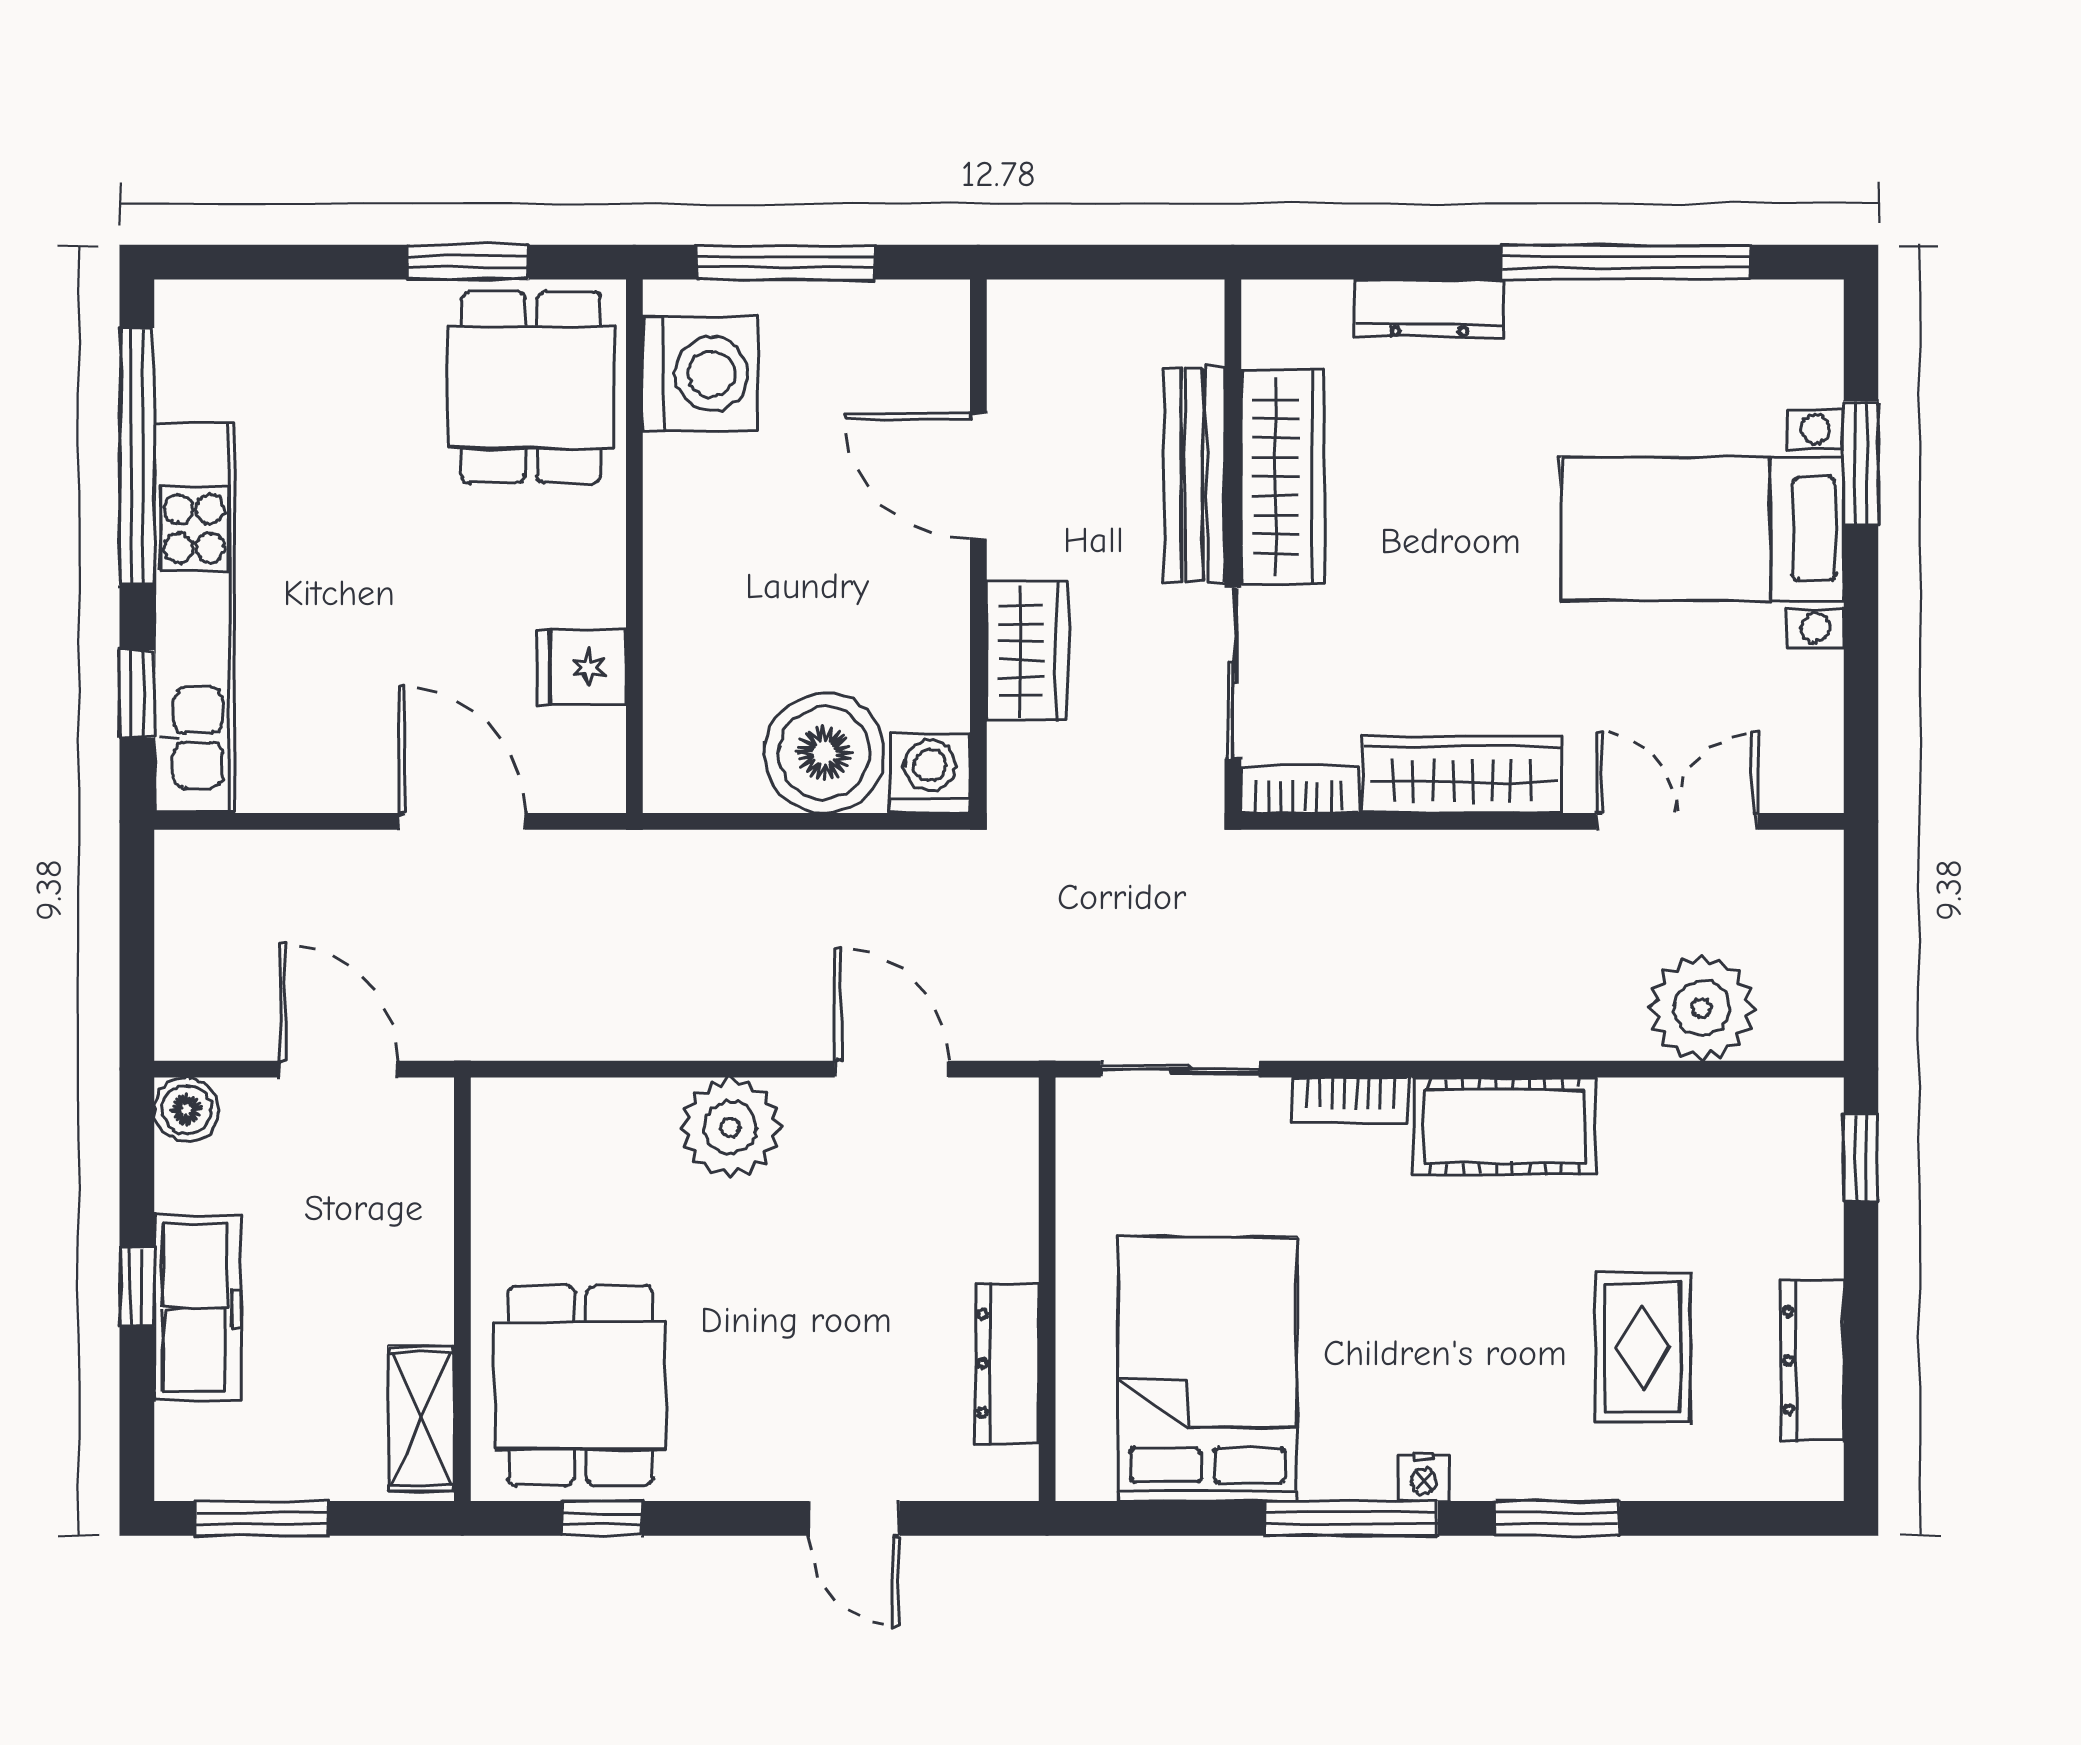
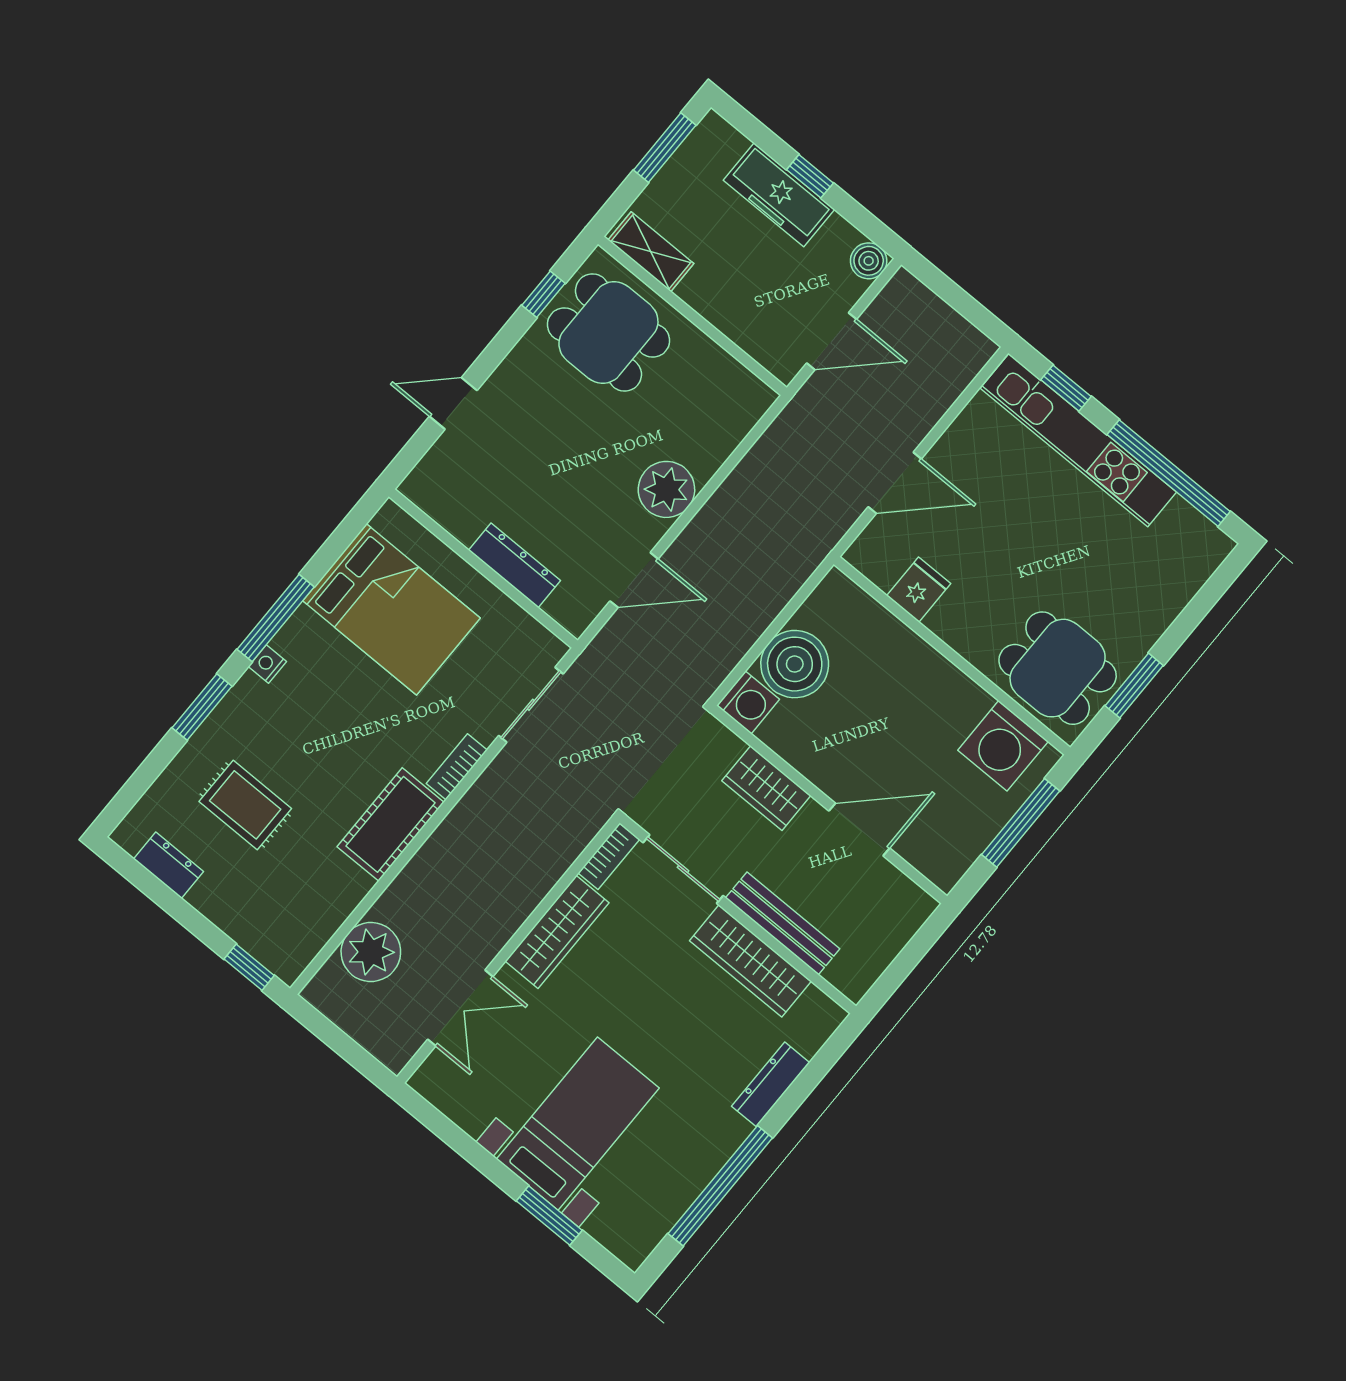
dresser: (1813, 1360) -> (168, 865), width x0.70
dresser: (1007, 1364) -> (514, 565), moved

